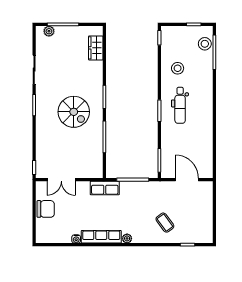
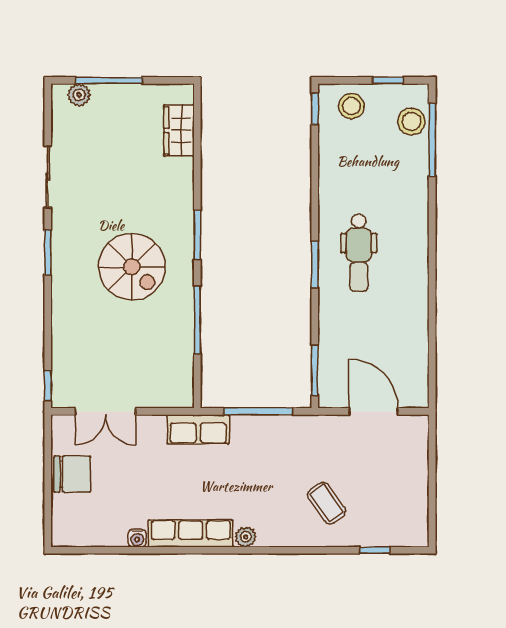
stool: (178, 68) -> (351, 106), moved

